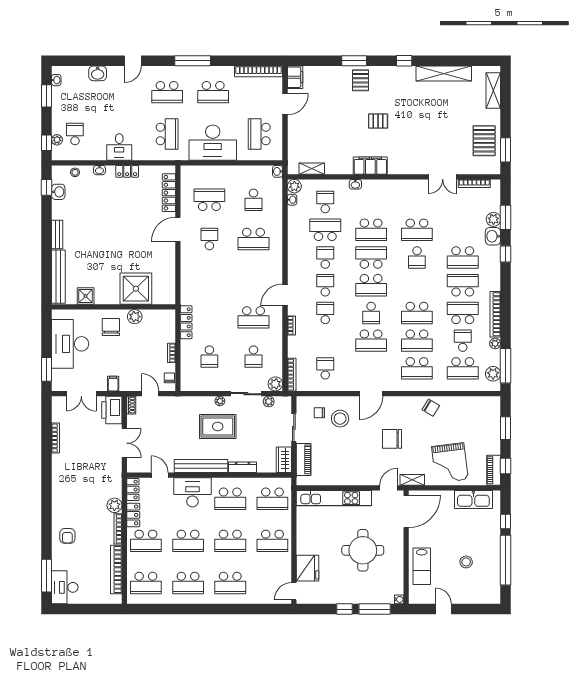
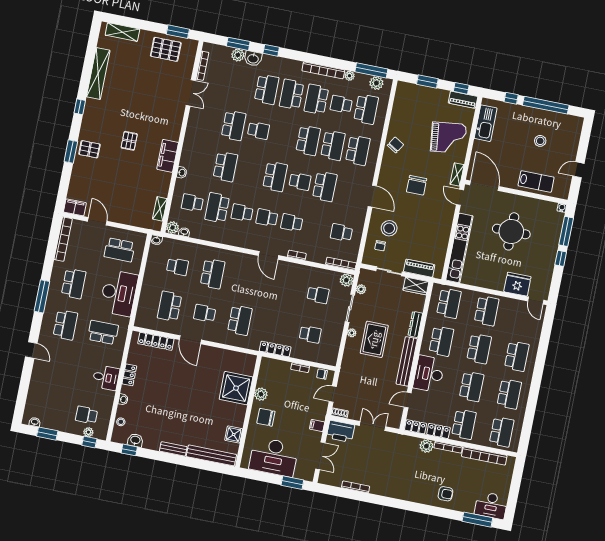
washbasin: (98, 73) -> (36, 384), removed
school desk: (371, 258) -> (250, 172), removed
school desk: (254, 317) -> (240, 320), moved

